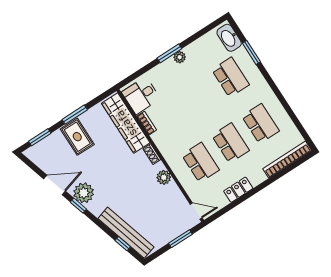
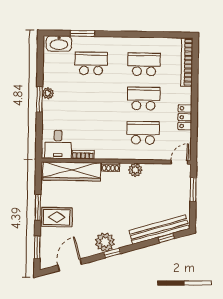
door: (55, 185) -> (70, 265), moved

